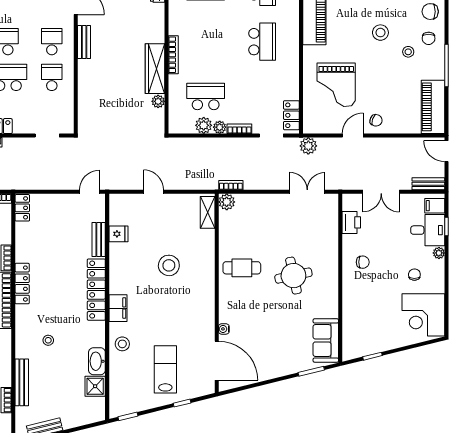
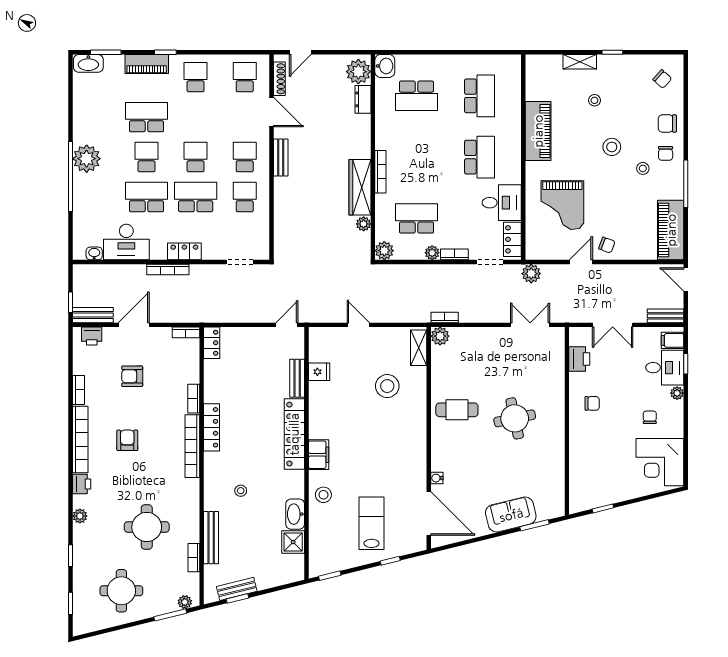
desk: (282, 82) -> (502, 203), added
plant: (204, 125) -> (384, 251), moved
stool: (169, 265) -> (387, 386), moved
sofa: (326, 340) -> (511, 515), moved, turned 76

